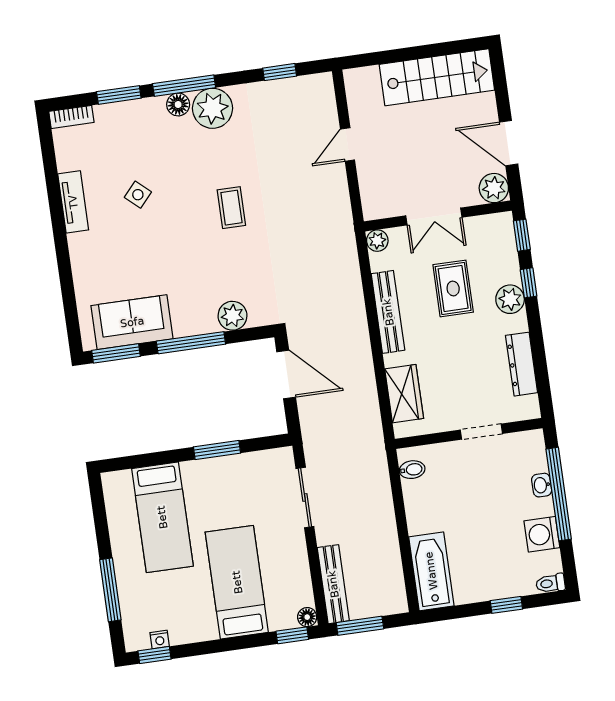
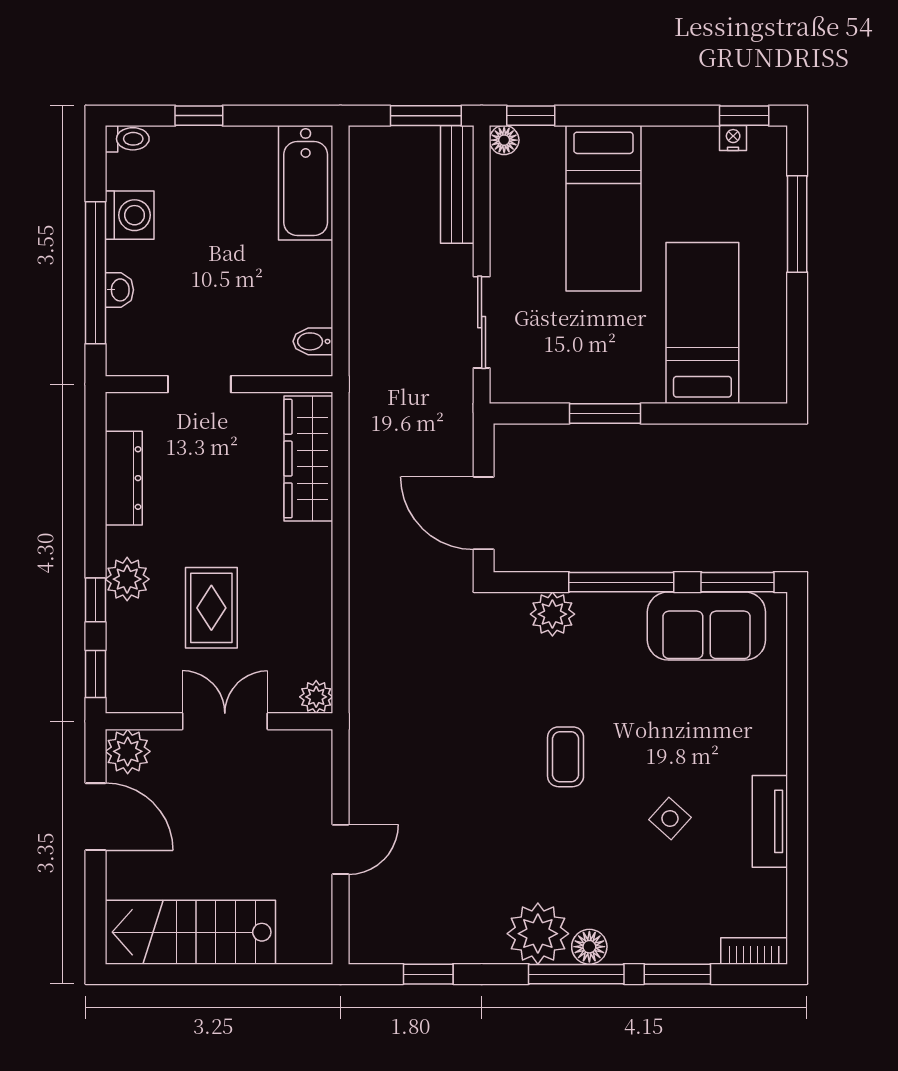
coffee table: (231, 208) -> (566, 757), moved
bench: (388, 312) -> (315, 586), removed
wardrobe: (404, 394) -> (308, 459), width x1.50

